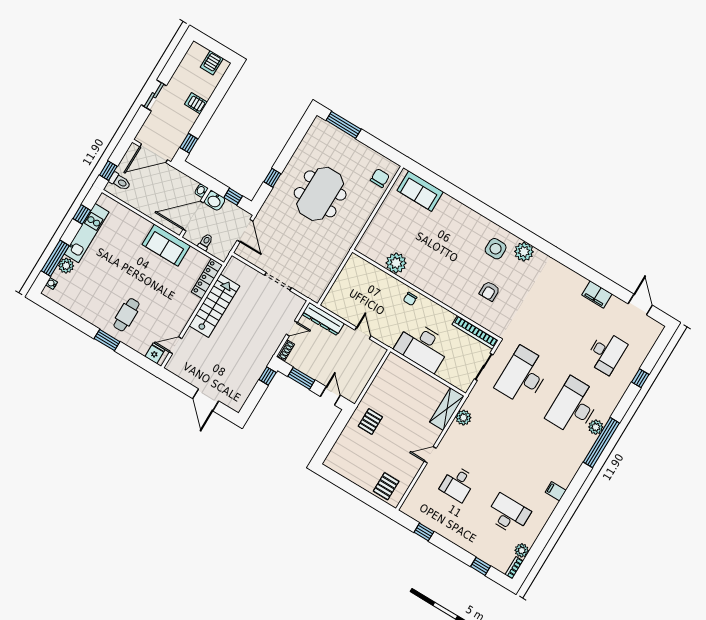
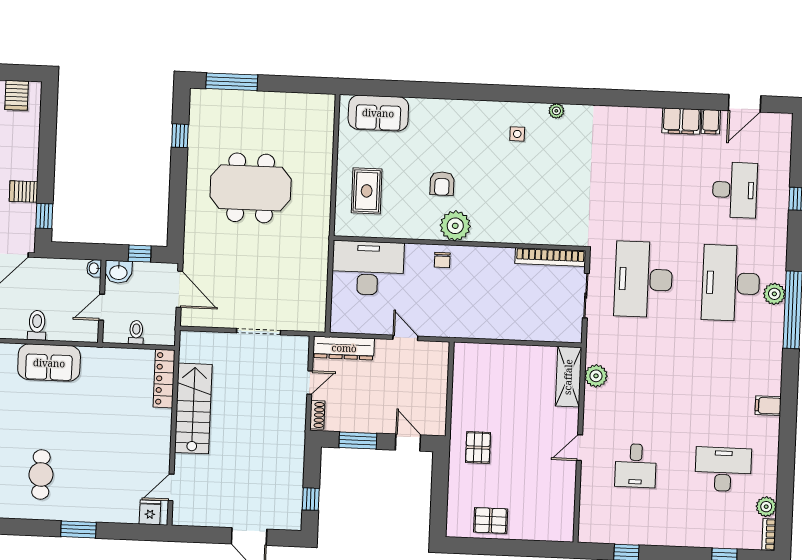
server rack: (196, 103) -> (24, 192), moved
window: (272, 178) -> (180, 136), moved
chair: (380, 178) -> (317, 125), removed
meeting table: (320, 194) -> (251, 188), turned 90
toilet: (149, 206) -> (37, 325), added
door: (193, 216) -> (102, 307), width x0.53
rug: (388, 233) -> (367, 191), added
sofa: (166, 245) -> (49, 363), moved
side table: (496, 249) -> (517, 134), width x0.54, depth x0.54
plant: (524, 252) -> (556, 111), width x0.53, depth x0.53
plant: (396, 263) -> (455, 226), moved
armchair: (489, 291) -> (442, 184), moved
filing cabinet: (614, 304) -> (711, 122), added
door: (640, 304) -> (745, 103), swing flipped
cafe table: (126, 315) -> (41, 474), moved
desk: (423, 347) -> (368, 268), moved, turned 180
window: (268, 376) -> (311, 499), moved
pallet: (386, 486) -> (491, 520), moved, turned 90

